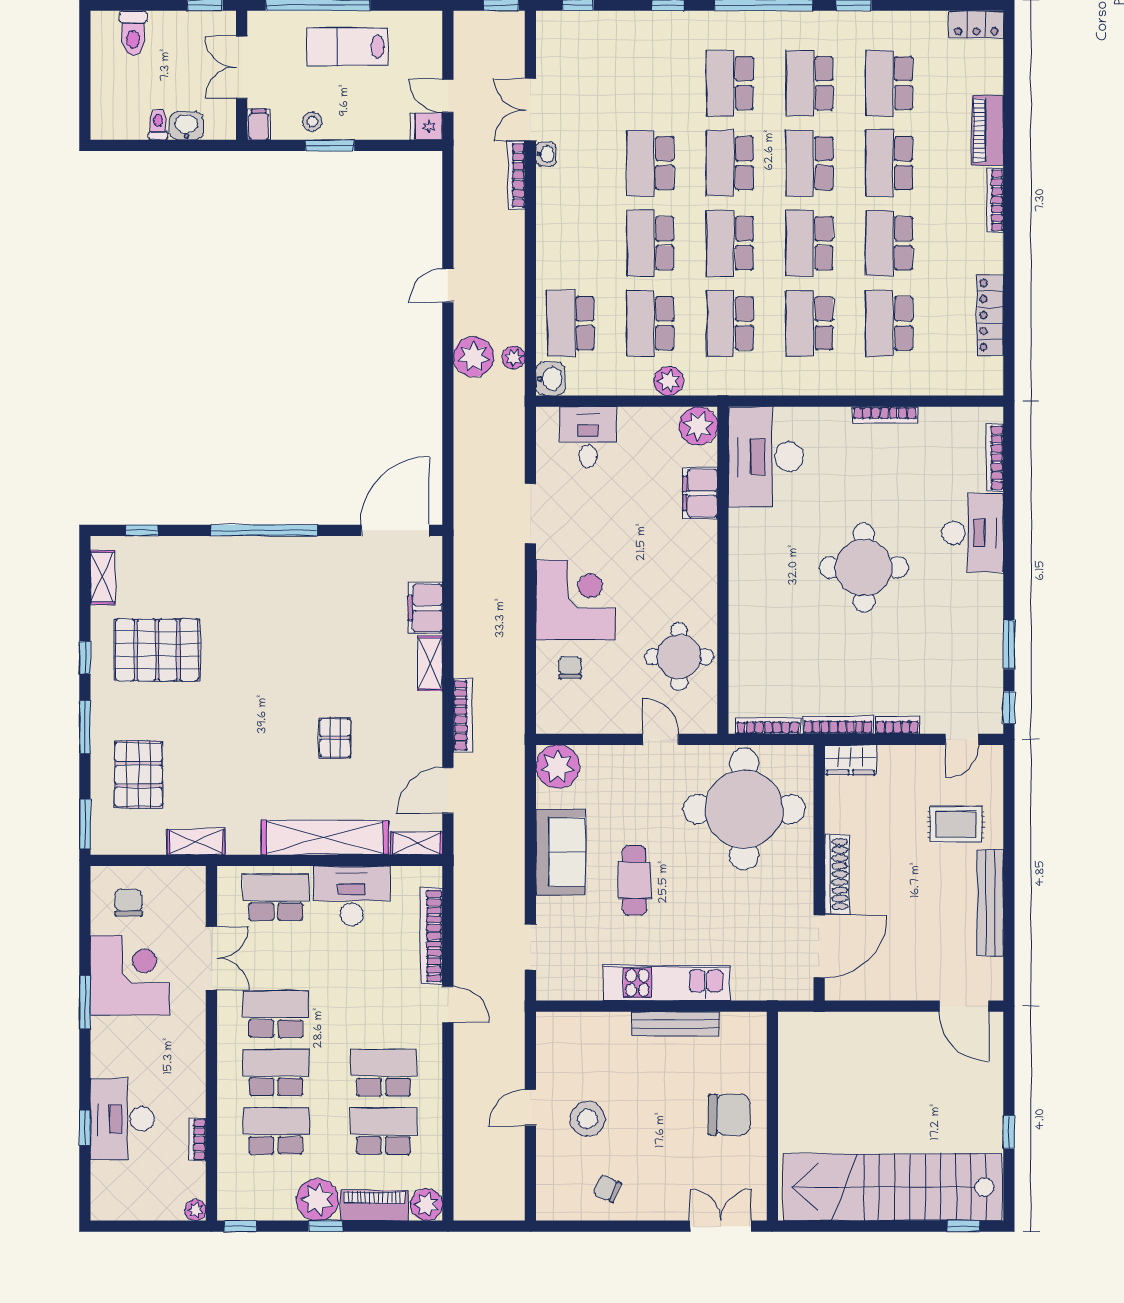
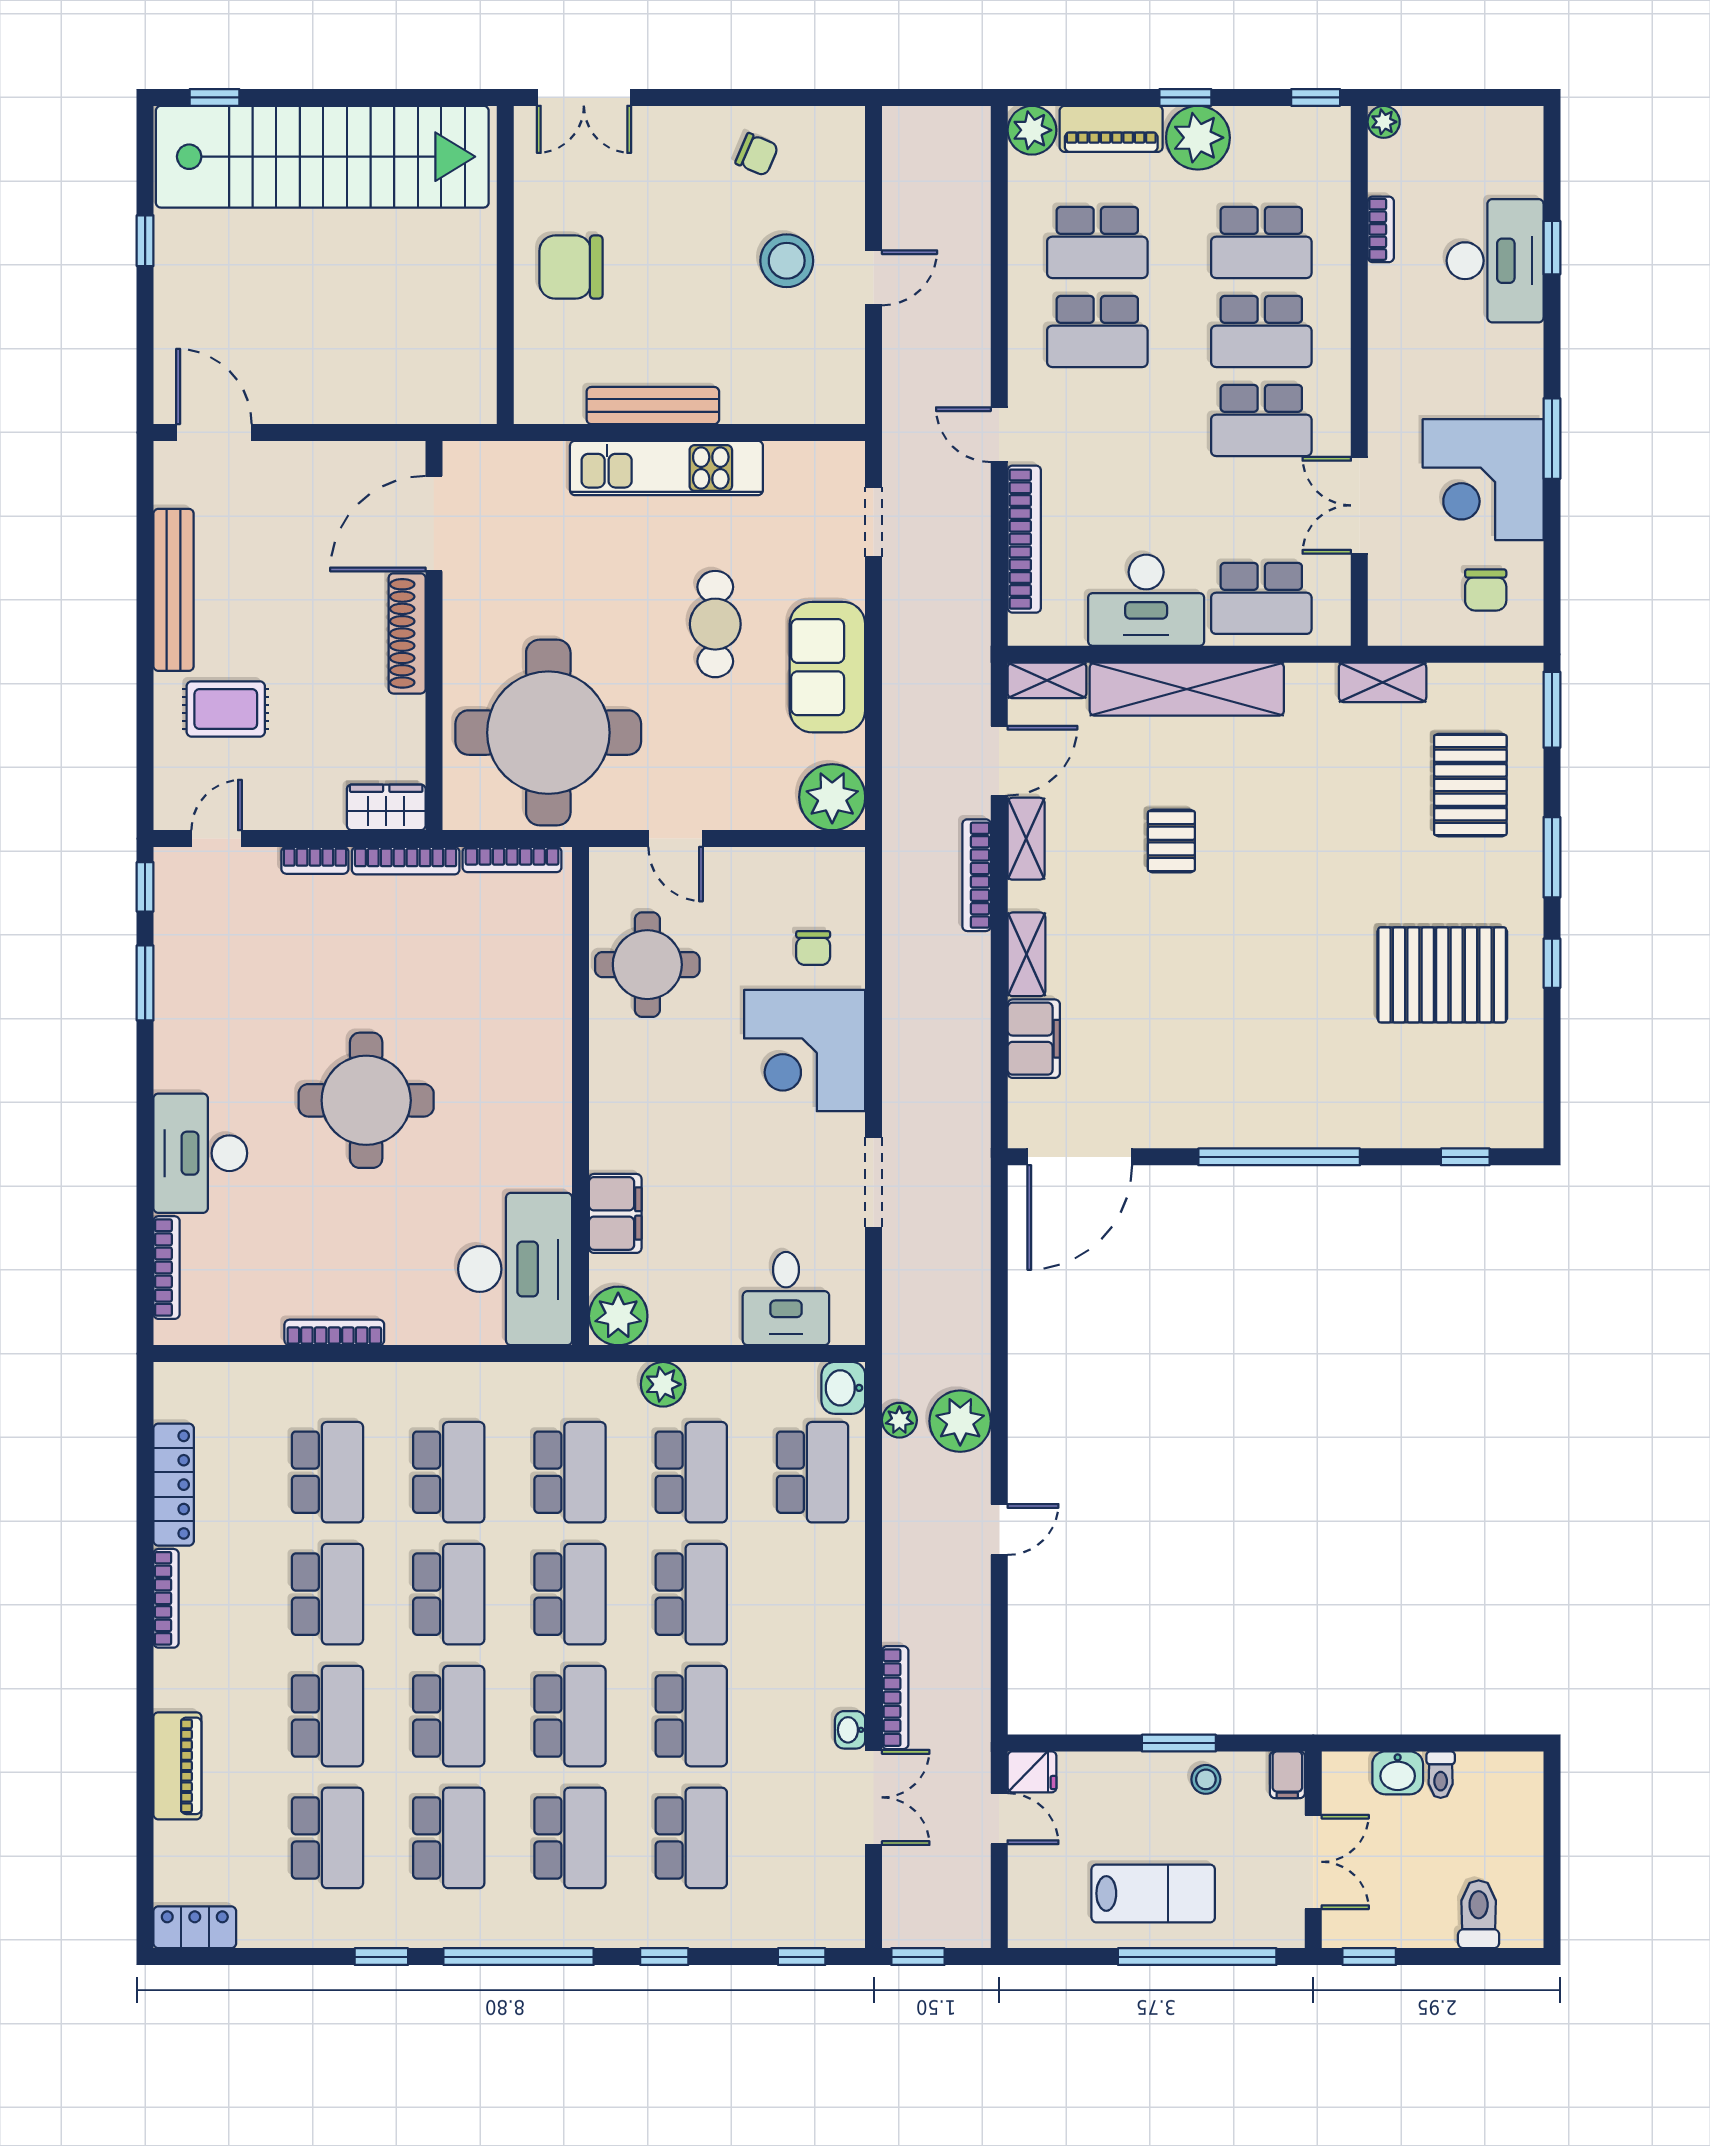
school desk: (650, 83) -> (691, 1838), added
bookcase: (995, 200) -> (166, 1598), moved
shelving: (103, 577) -> (1026, 839), moved

